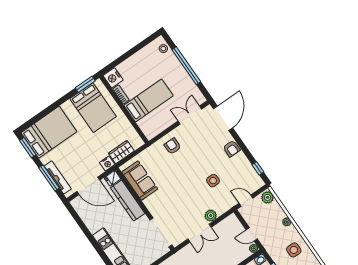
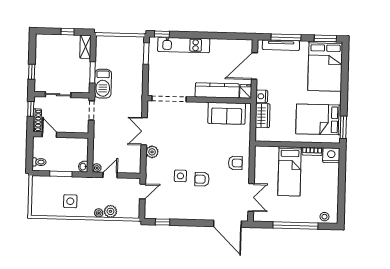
armchair: (232, 149) -> (202, 179), moved
plant: (268, 197) -> (110, 211), moved

